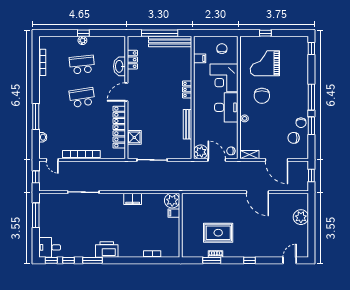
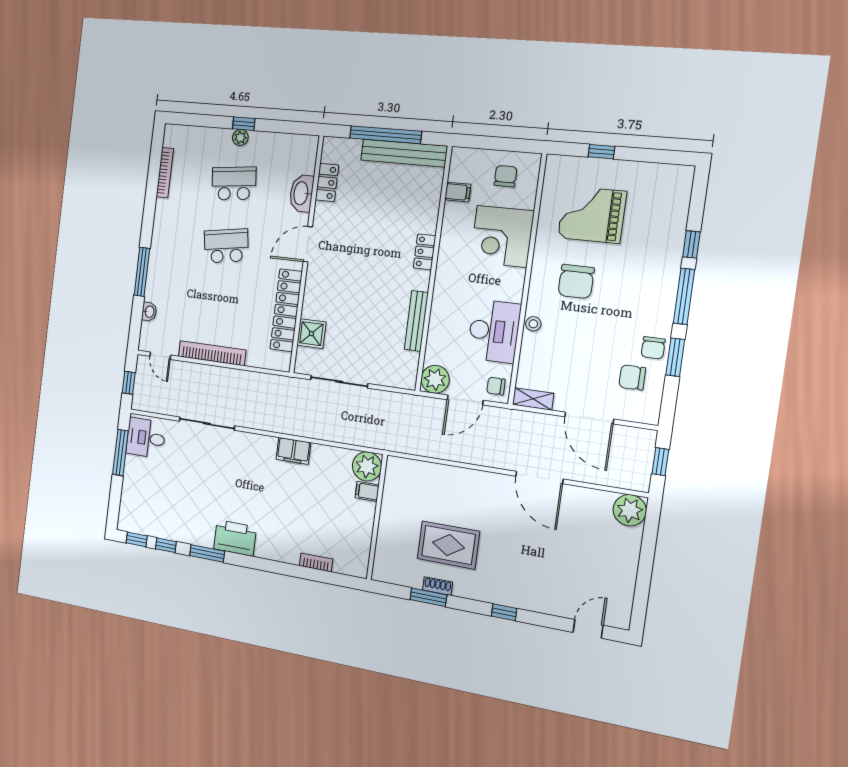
window: (311, 49) -> (691, 244), moved
desk: (226, 107) -> (494, 331), moved
door: (217, 160) -> (465, 400), swing flipped
plant: (301, 217) -> (630, 510), moved
desk: (50, 247) -> (146, 438), moved

